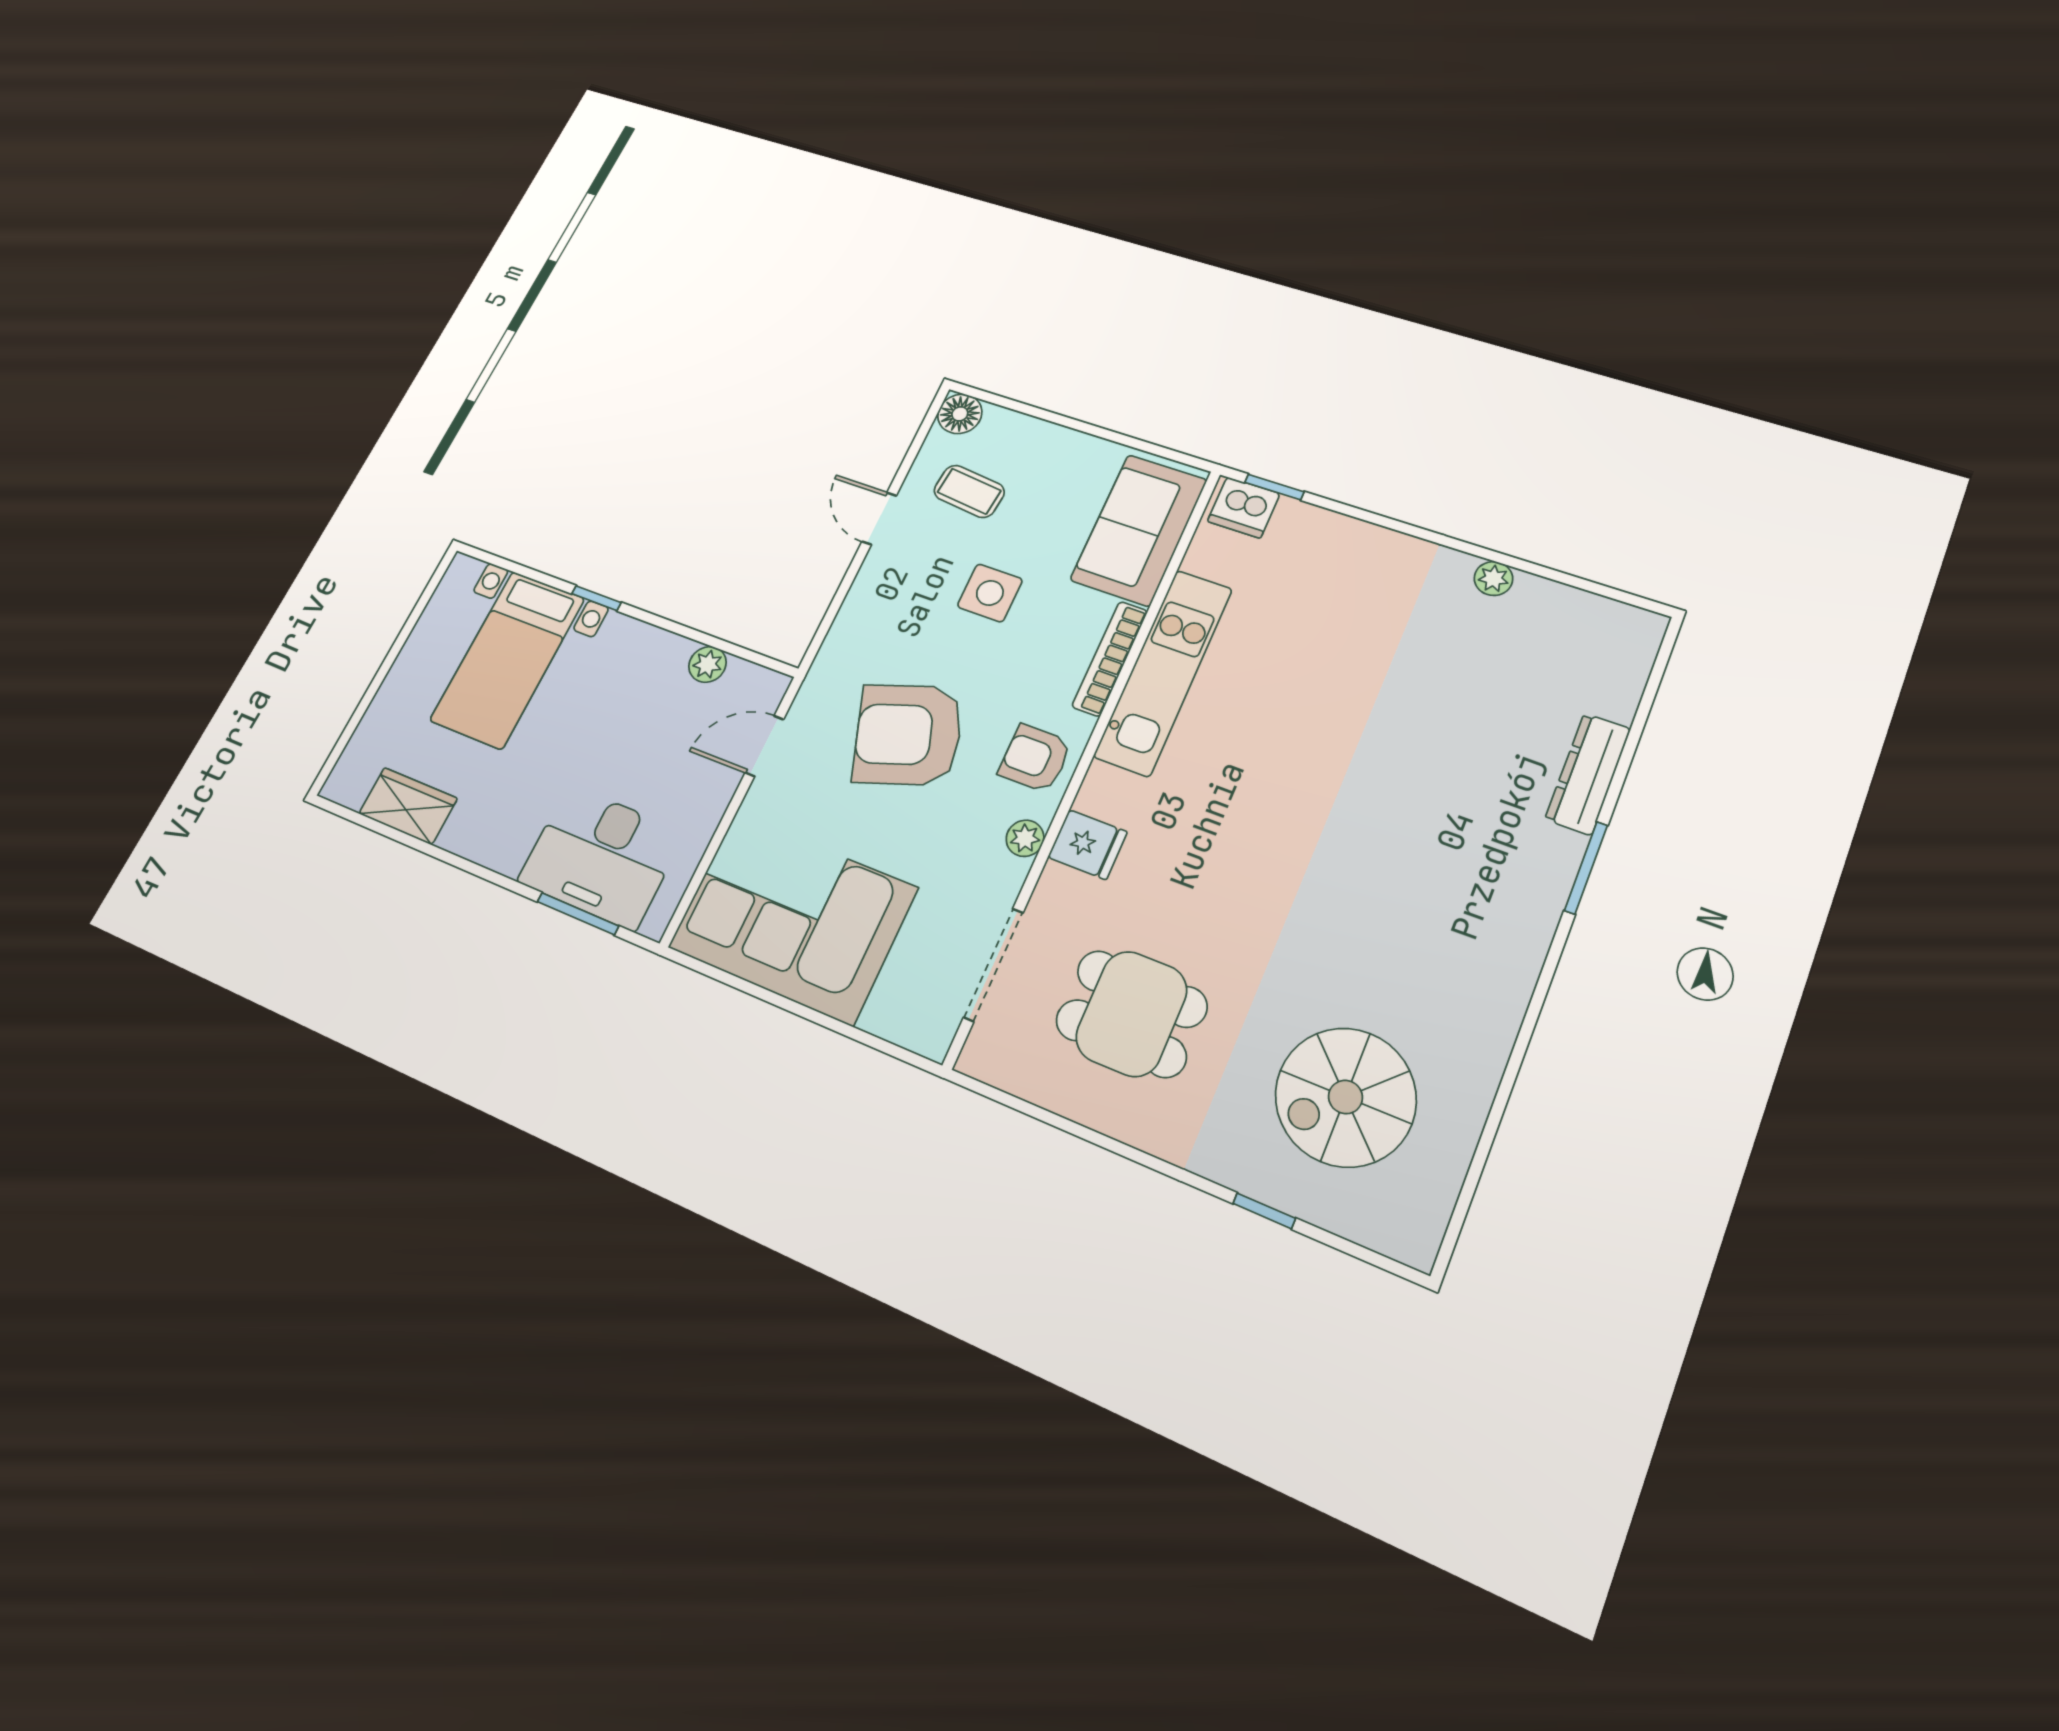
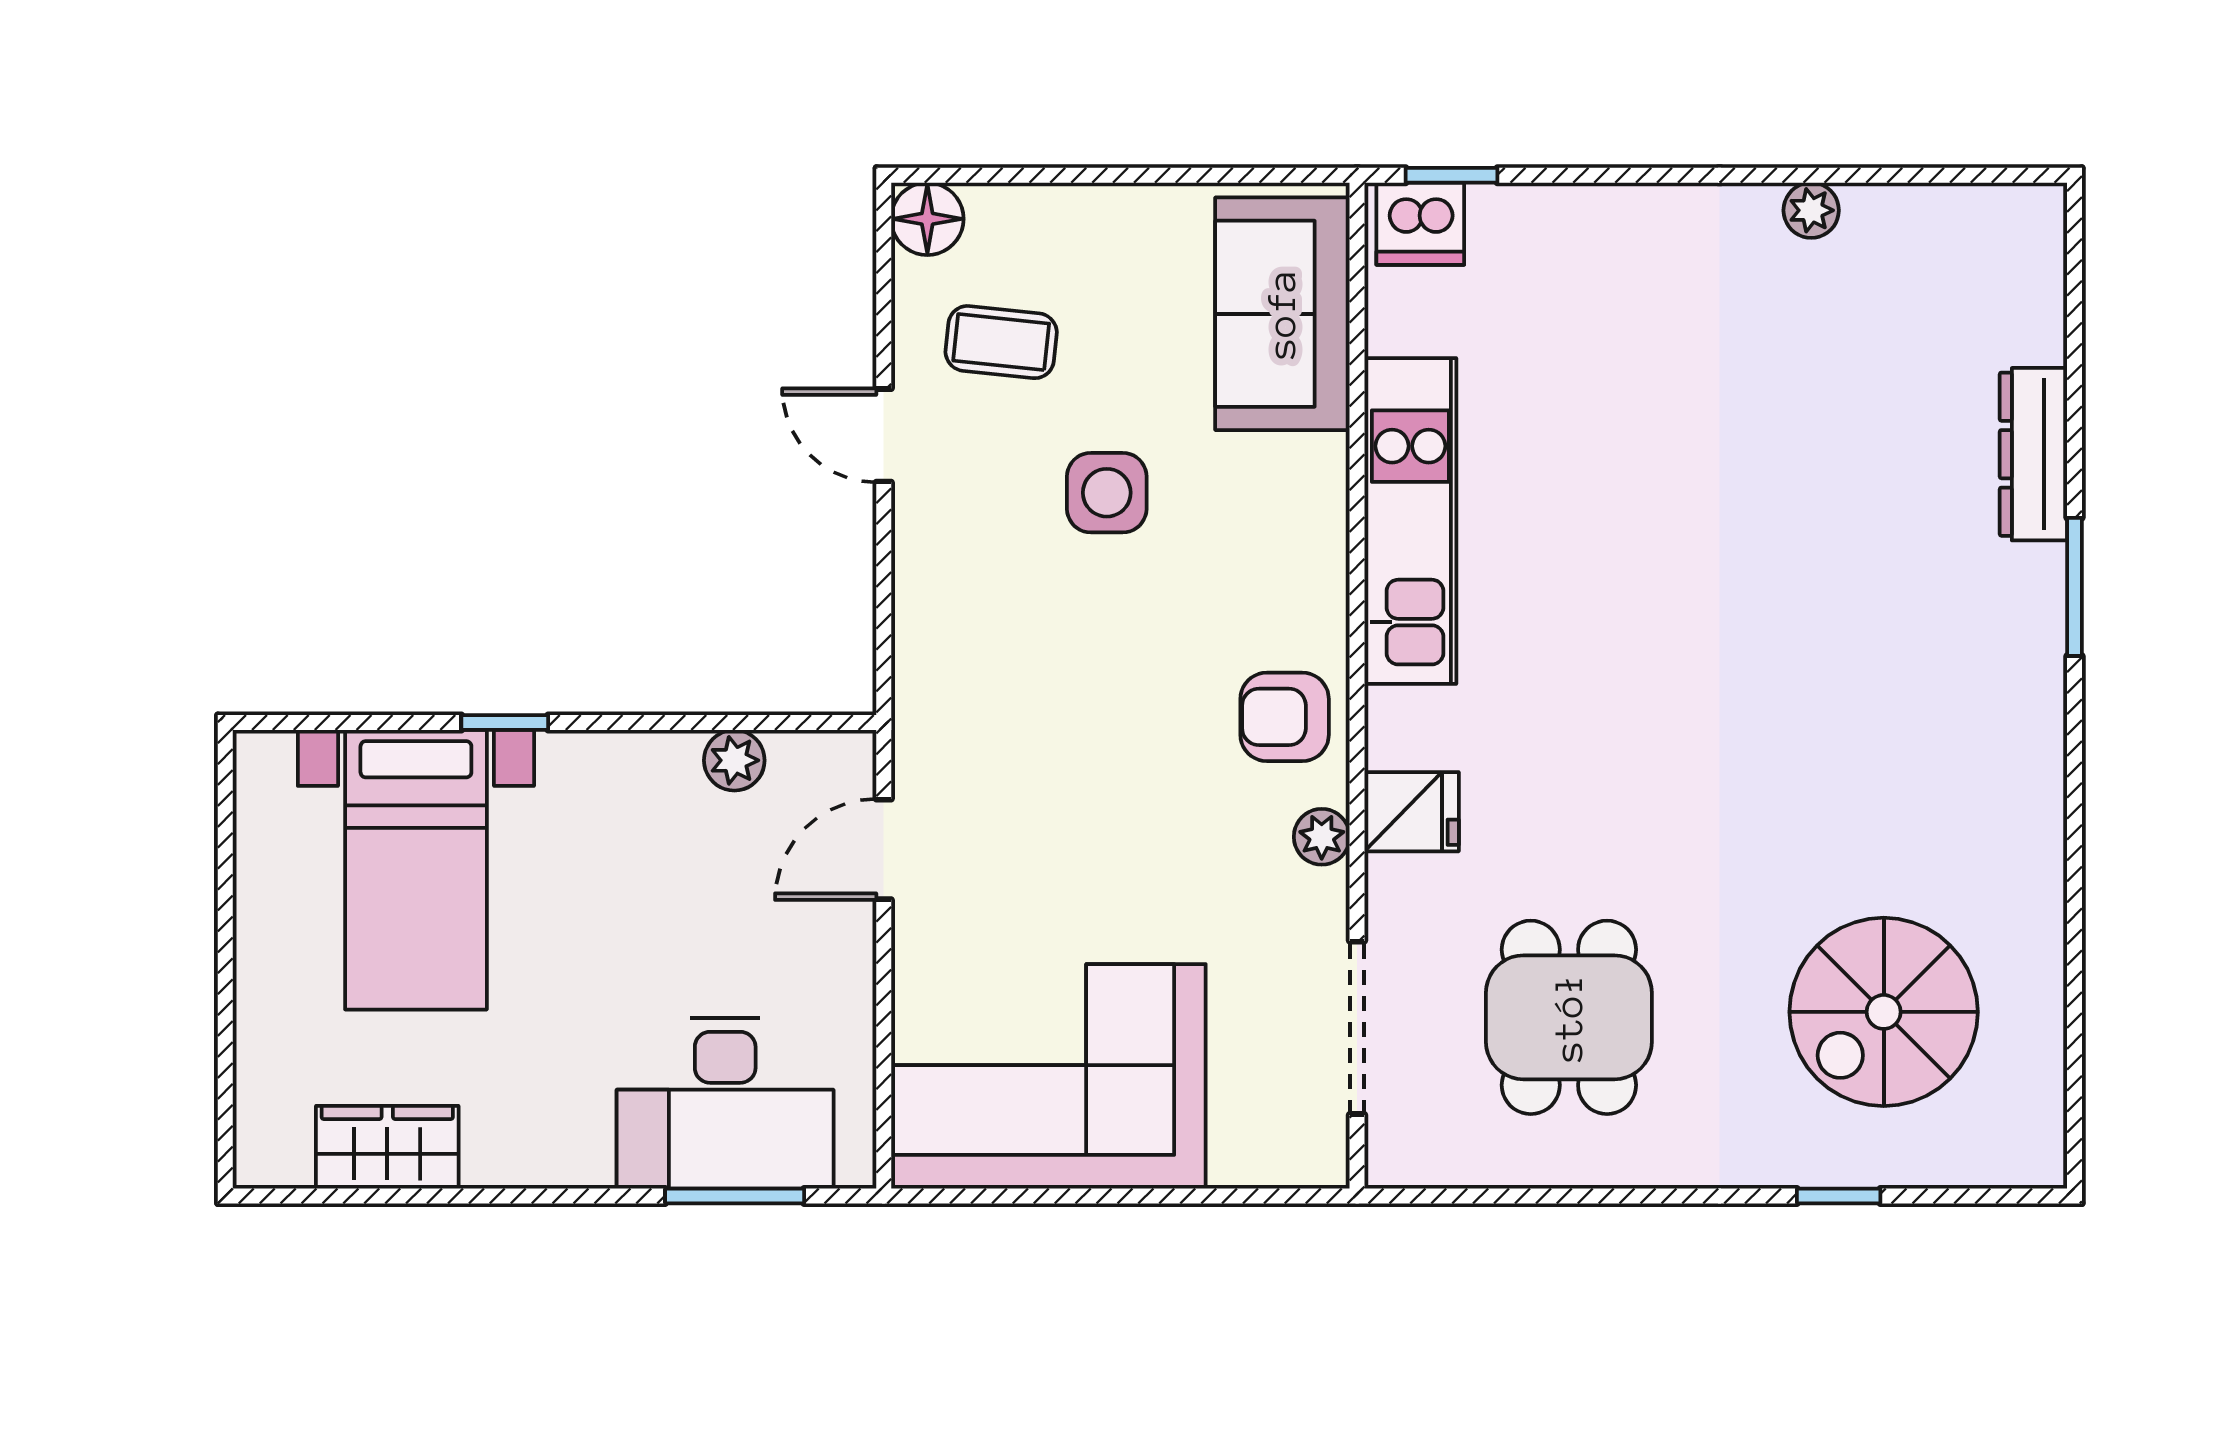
bookcase: (1110, 659) -> (1326, 529), removed
armchair: (908, 735) -> (1087, 752), removed
dining table: (1131, 1014) -> (1569, 1017), turned 90

